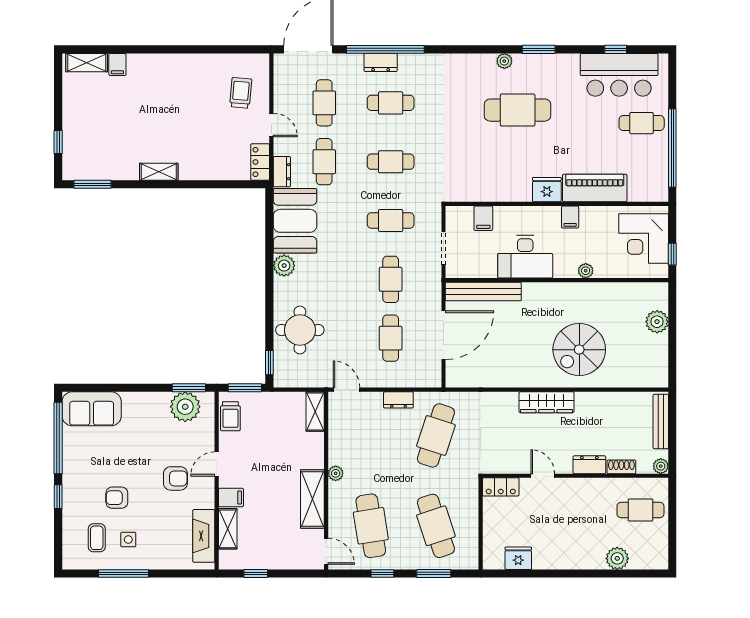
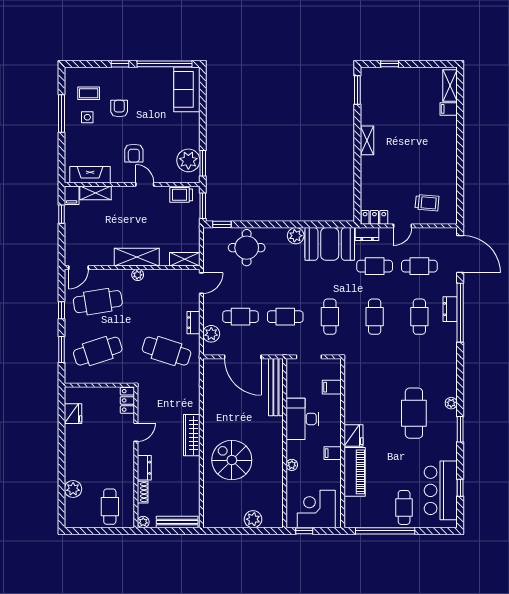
plant: (413, 377) -> (211, 334), added
filing cabinet: (231, 498) -> (72, 195), moved
shelving: (312, 499) -> (137, 257), moved

